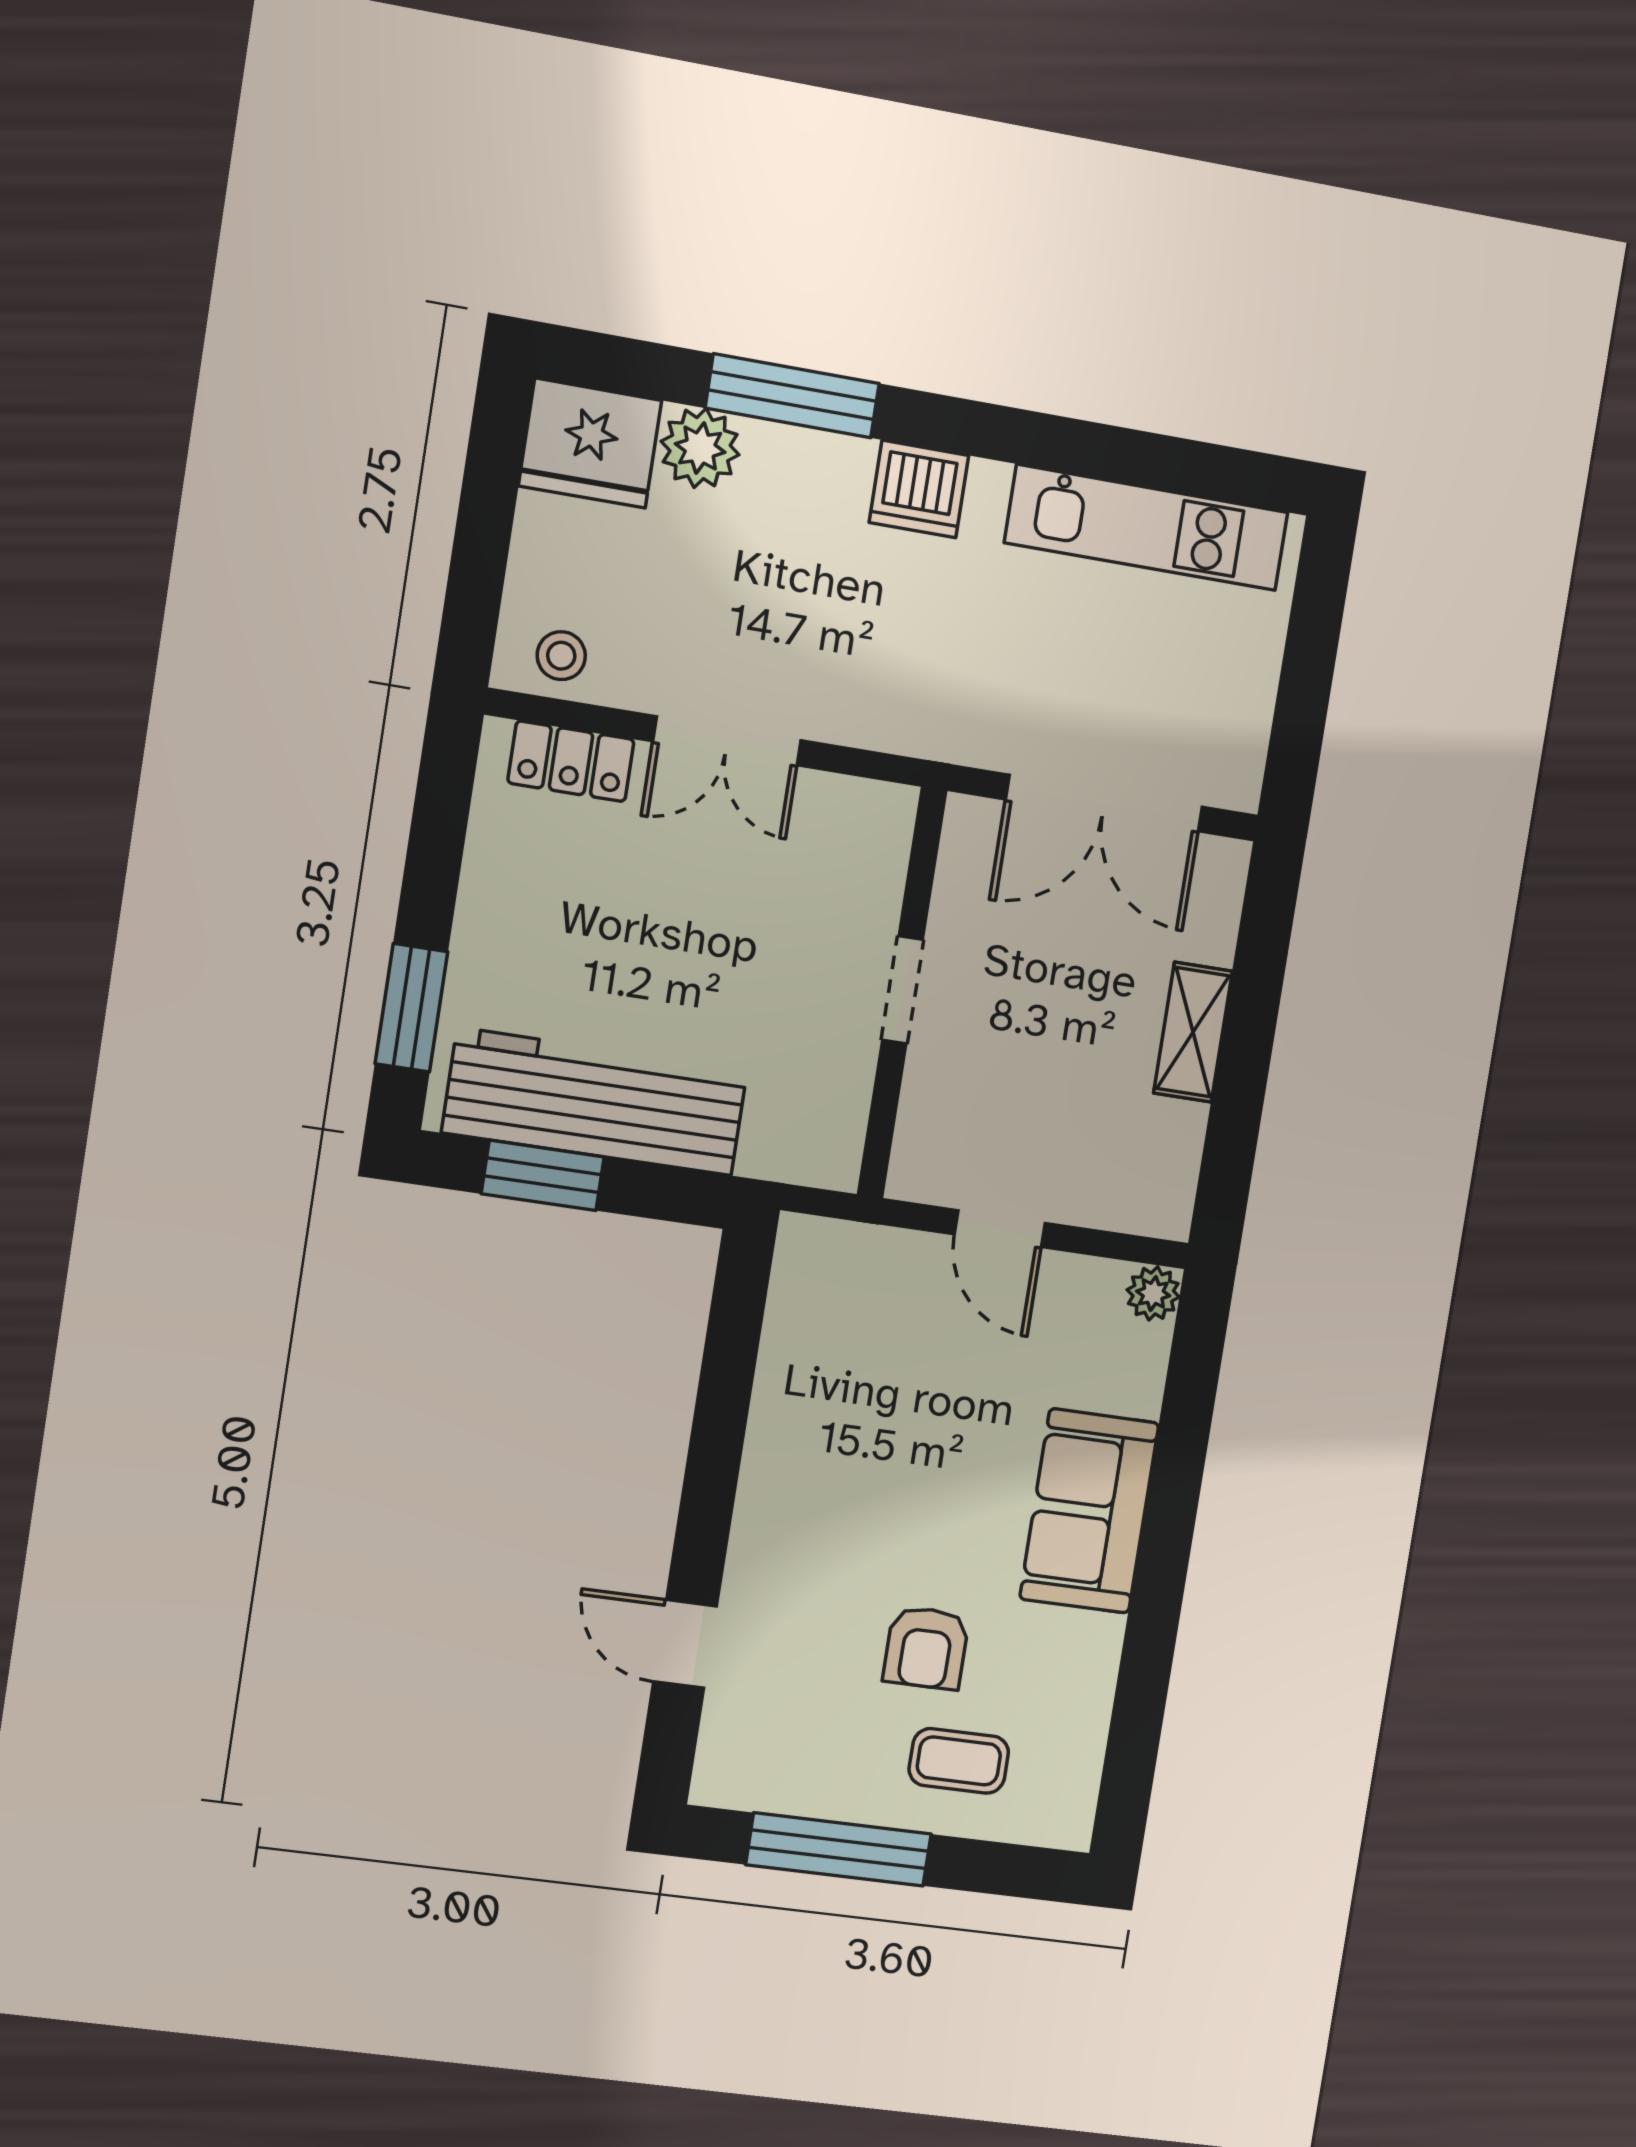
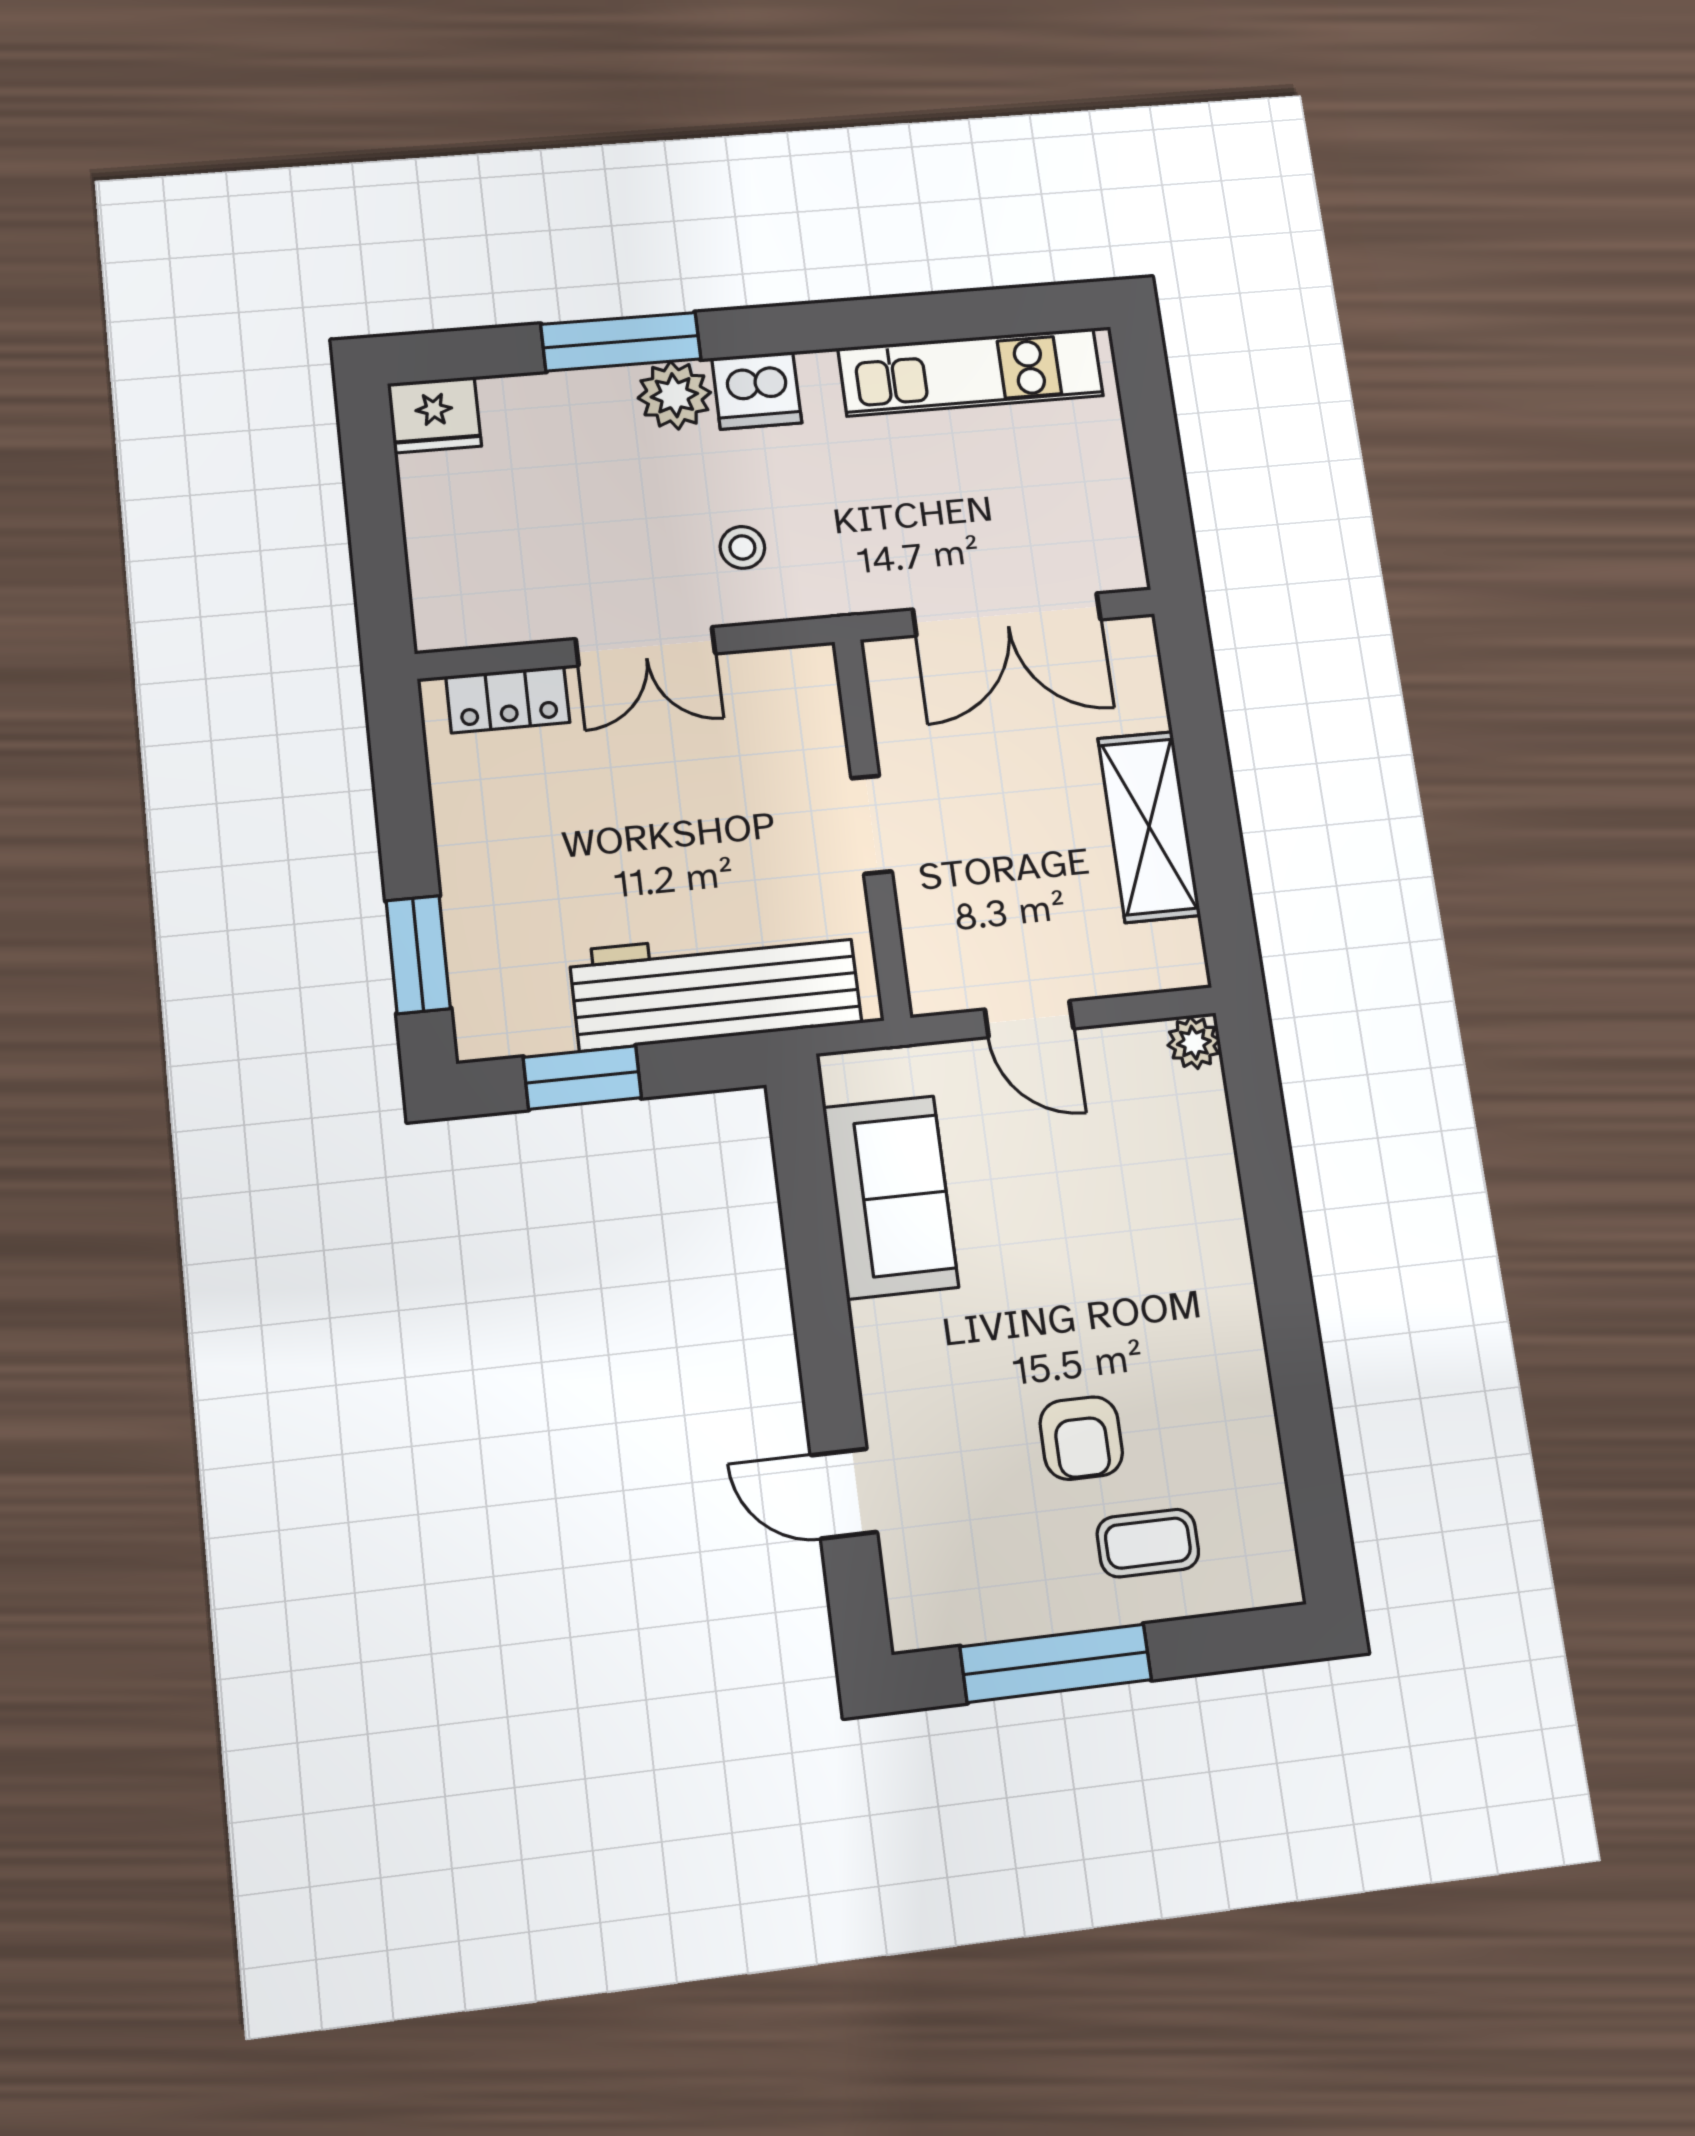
fridge: (590, 443) -> (434, 415), width x0.73, depth x0.75
plant: (700, 448) -> (674, 395), moved
stool: (561, 656) -> (742, 547), moved
shelving: (1193, 1032) -> (1149, 827), width x1.50, depth x1.33
workbench: (595, 1102) -> (715, 987), moved
sofa: (1089, 1511) -> (890, 1197), moved, turned 180

